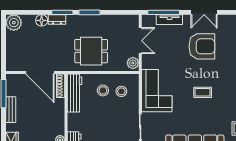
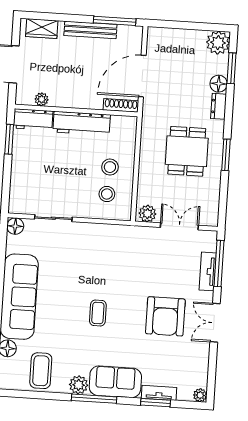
window: (62, 12) -> (232, 68), moved
double door: (140, 41) -> (179, 226), swing flipped
dining table: (91, 51) -> (187, 151), moved
corner sofa: (157, 91) -> (105, 246), removed
workbench: (75, 93) -> (82, 123), moved
bench: (11, 110) -> (90, 30), width x1.36

